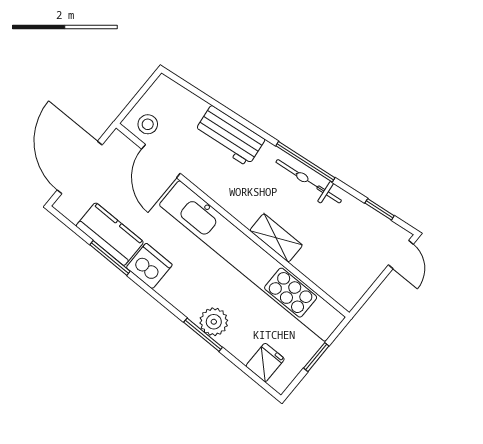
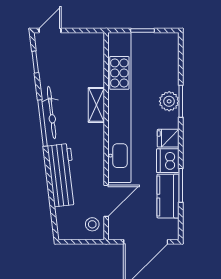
workbench: (230, 136) -> (62, 175), width x1.37
fridge: (265, 363) -> (168, 138), moved

